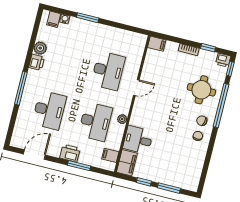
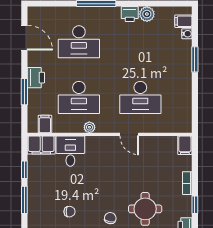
chair: (198, 136) -> (70, 212), moved

